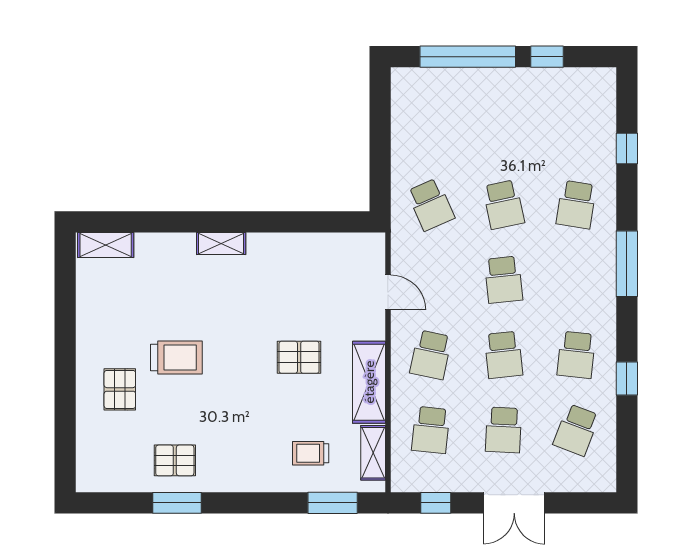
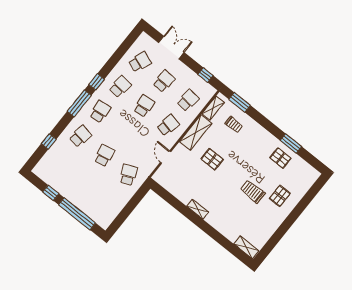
shelving: (221, 243) -> (198, 209), moved
school desk: (504, 280) -> (100, 112), moved
window: (627, 378) -> (97, 82), moved
double door: (514, 503) -> (171, 48), moved

